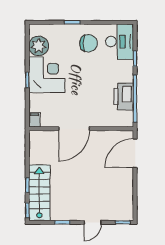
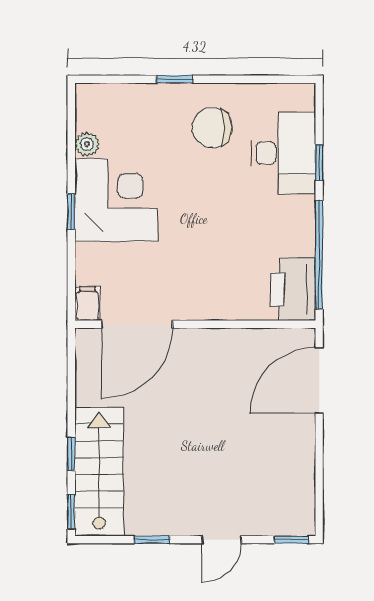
desk: (120, 42) -> (283, 153), moved
chair: (89, 43) -> (212, 128), turned 180
plant: (39, 46) -> (87, 144), width x0.53, depth x0.53
printer: (124, 97) -> (293, 289), moved
door: (74, 129) -> (137, 324), moved

